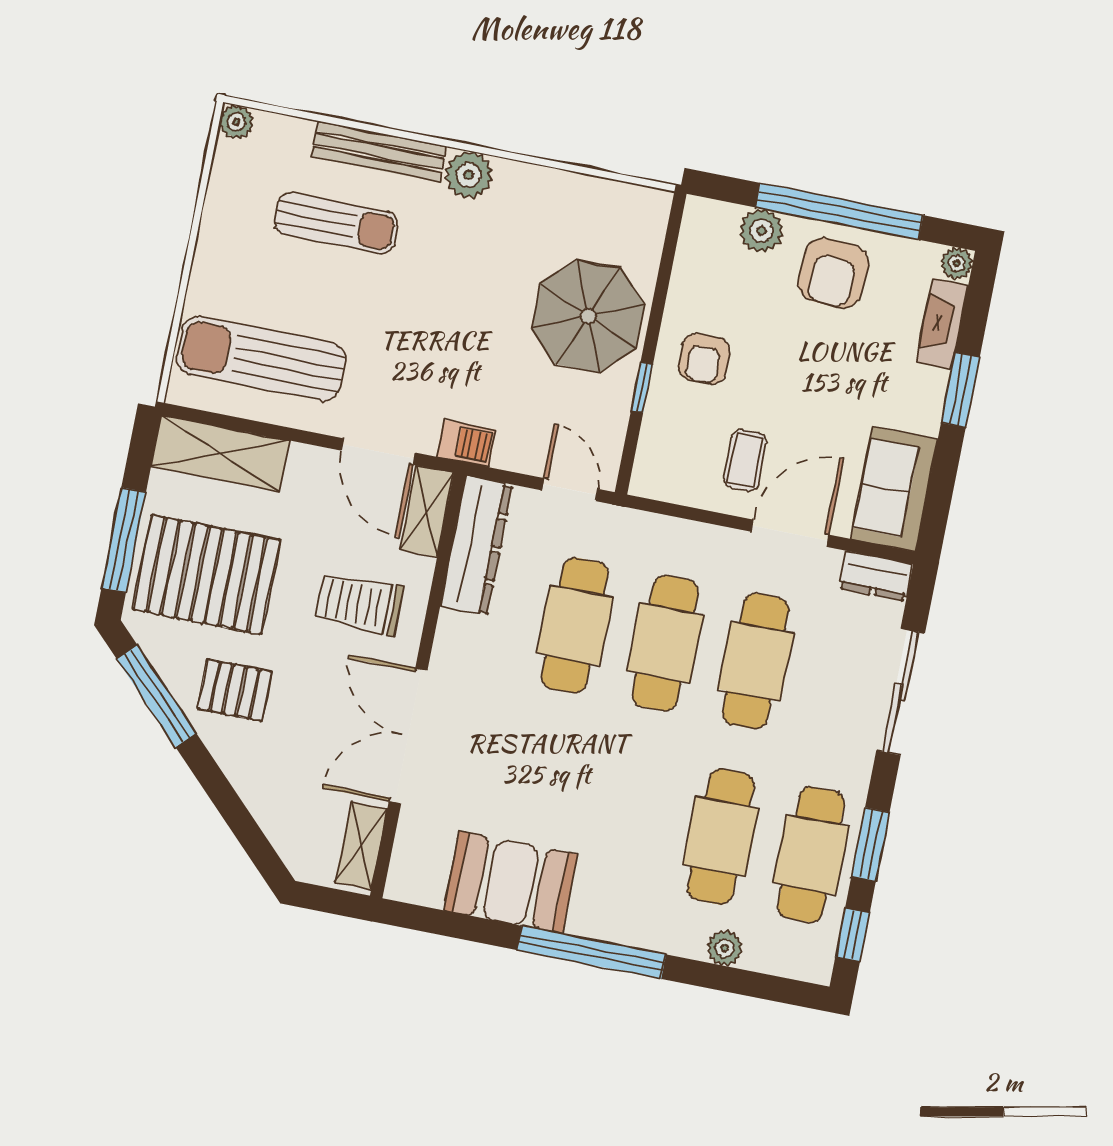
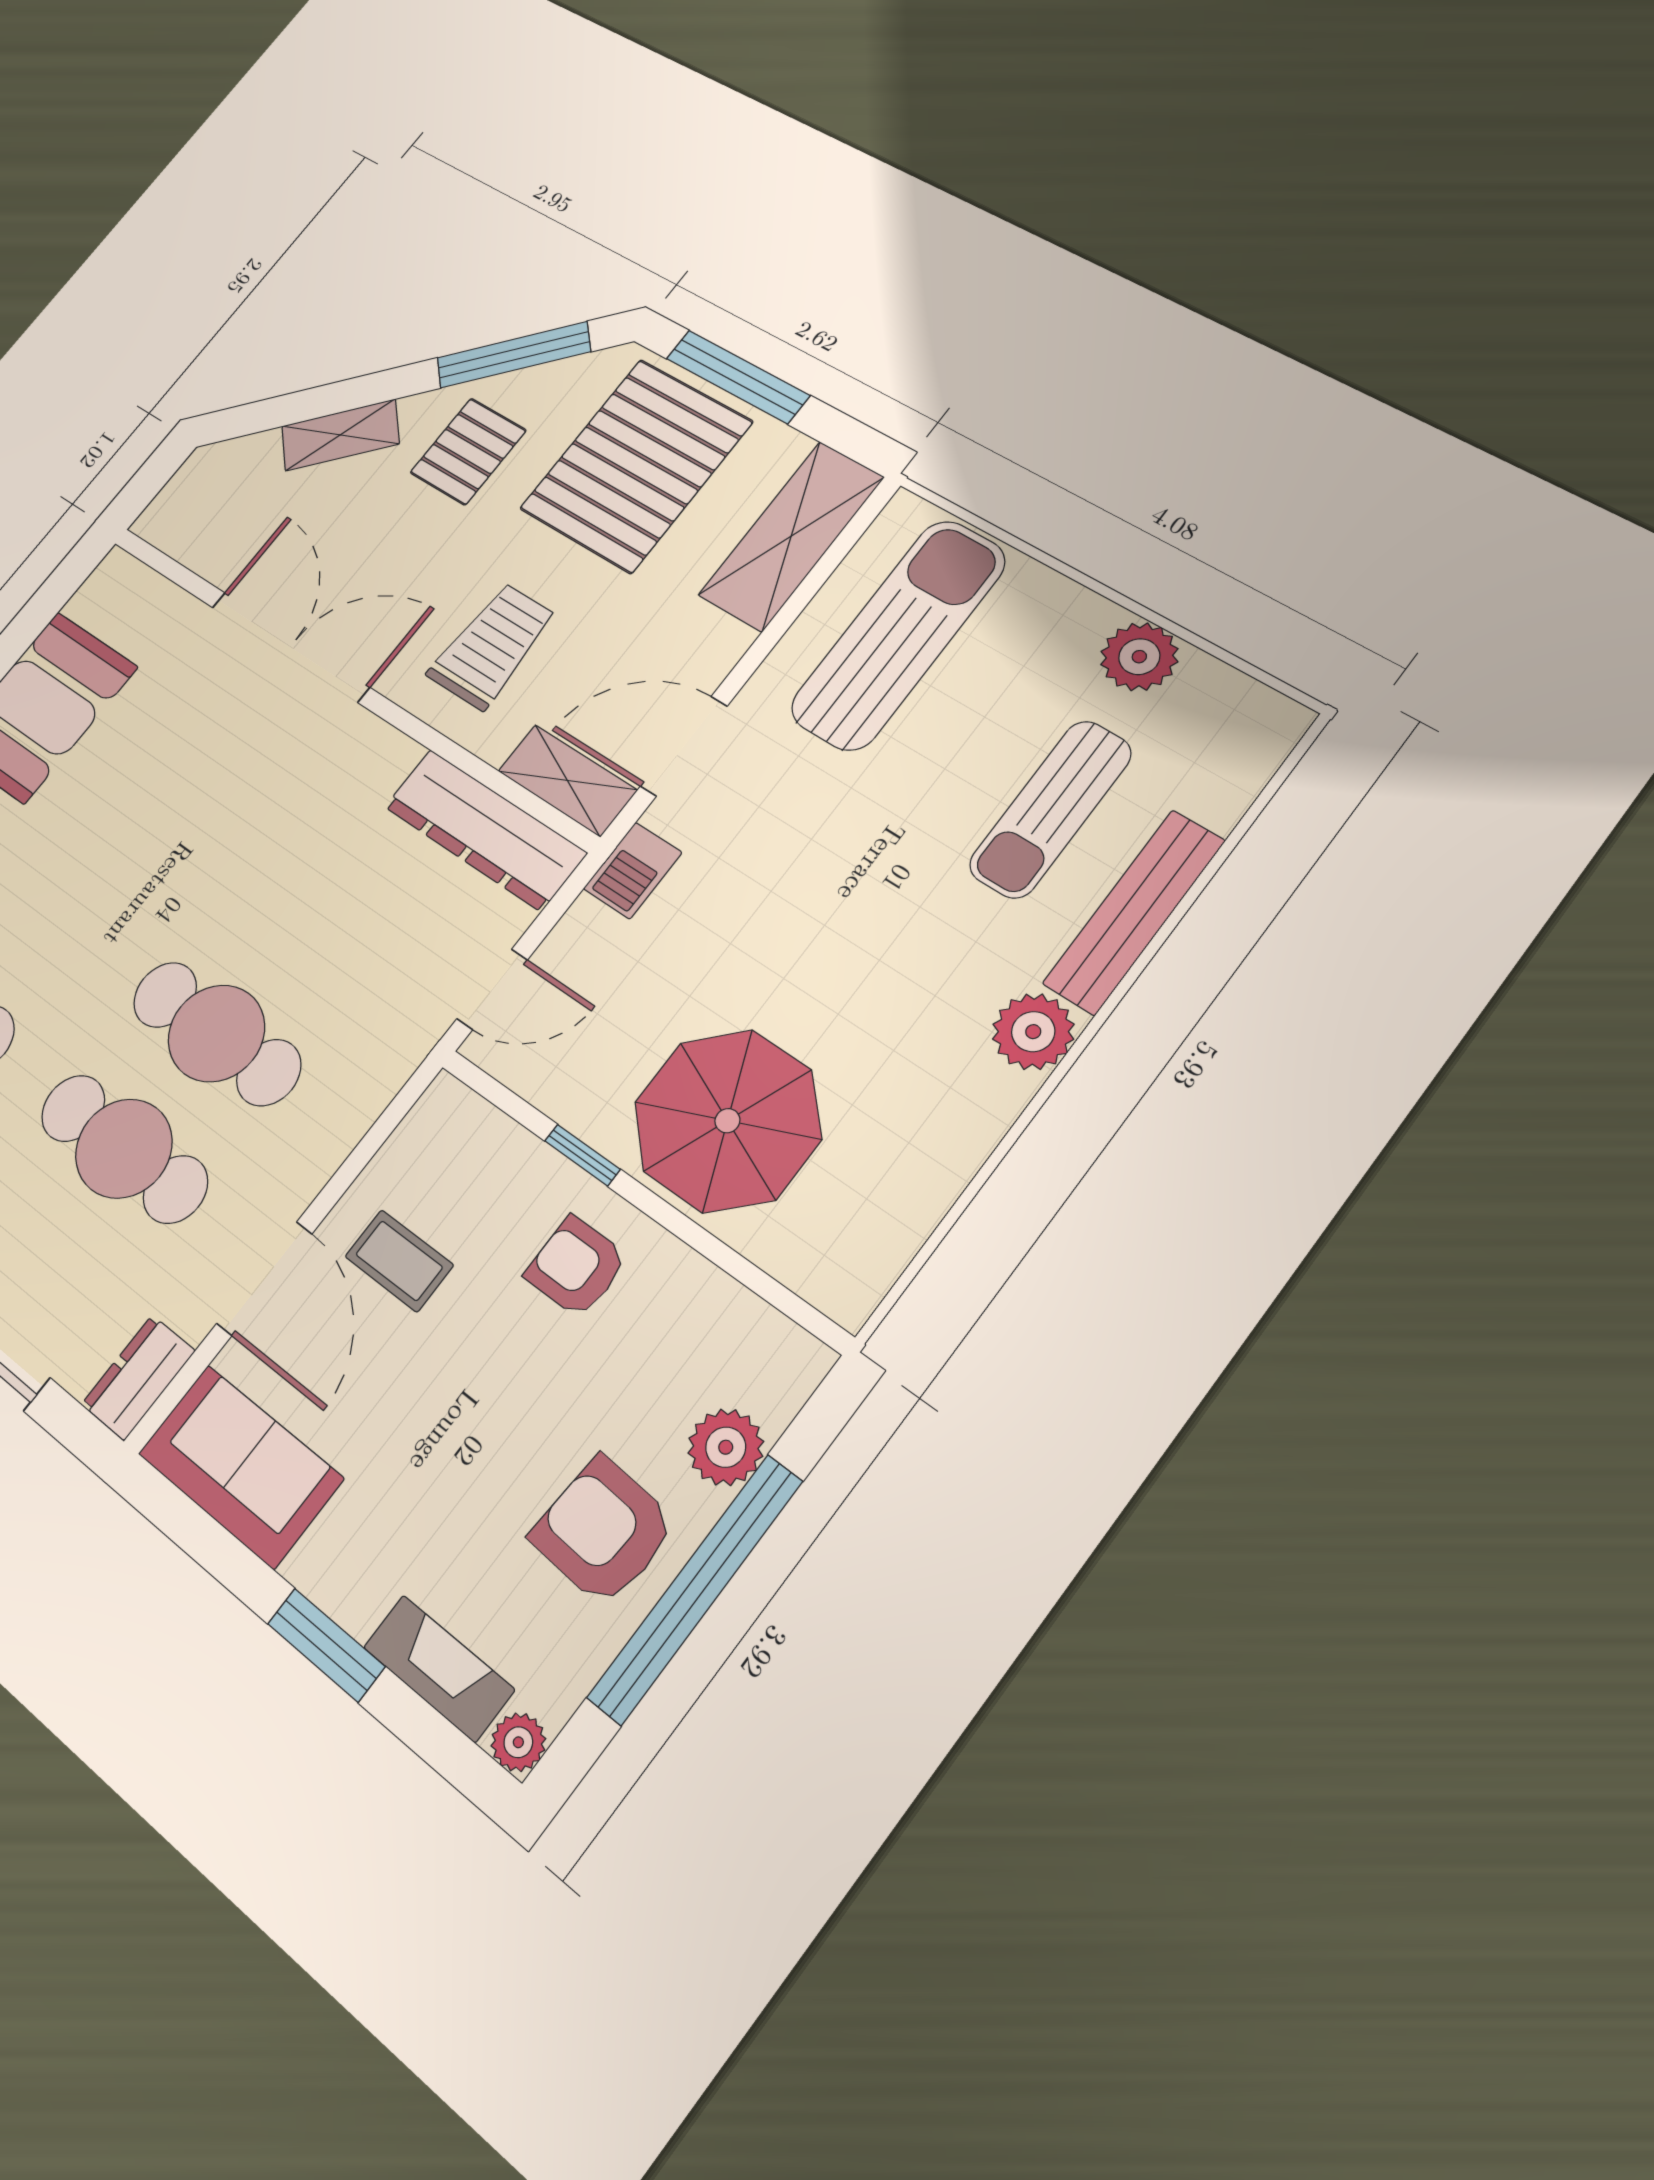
plant: (236, 122) -> (1139, 657), moved, width x1.38, depth x1.38
cafe table: (575, 625) -> (308, 920), removed
shelving: (361, 846) -> (340, 435), moved, turned -45

